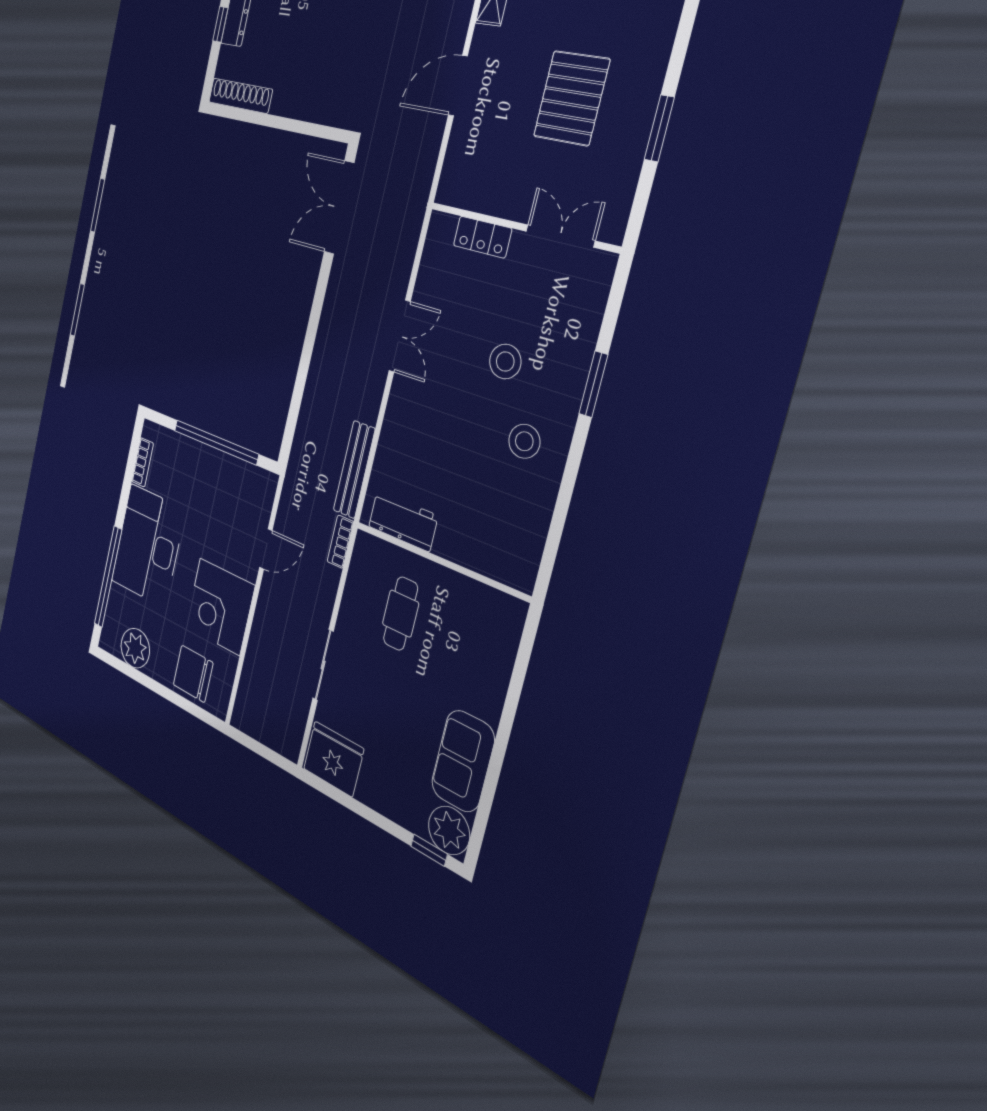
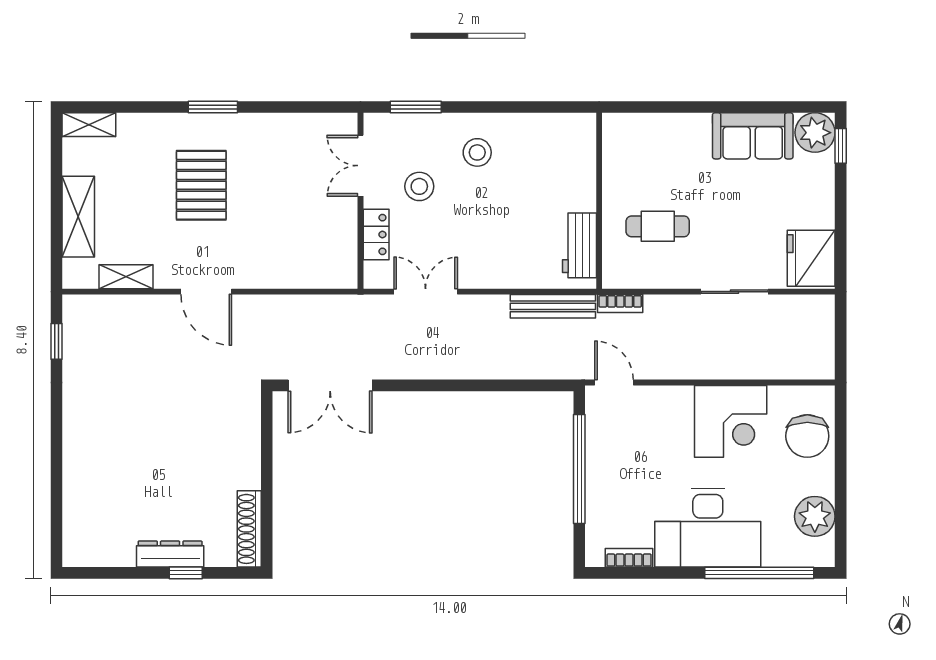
pallet: (571, 98) -> (201, 185), turned 90
wall: (522, 227) -> (360, 201), moved
double door: (560, 236) -> (360, 166), moved
locker: (482, 237) -> (376, 235), moved
door: (266, 549) -> (614, 383), moved

